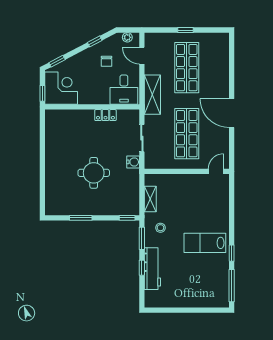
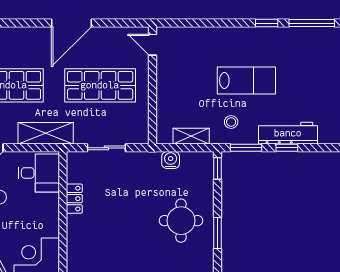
water cooler: (133, 162) -> (171, 160), moved
round table: (94, 173) -> (181, 221), moved
lab bench: (205, 243) -> (246, 81), moved, turned -90

